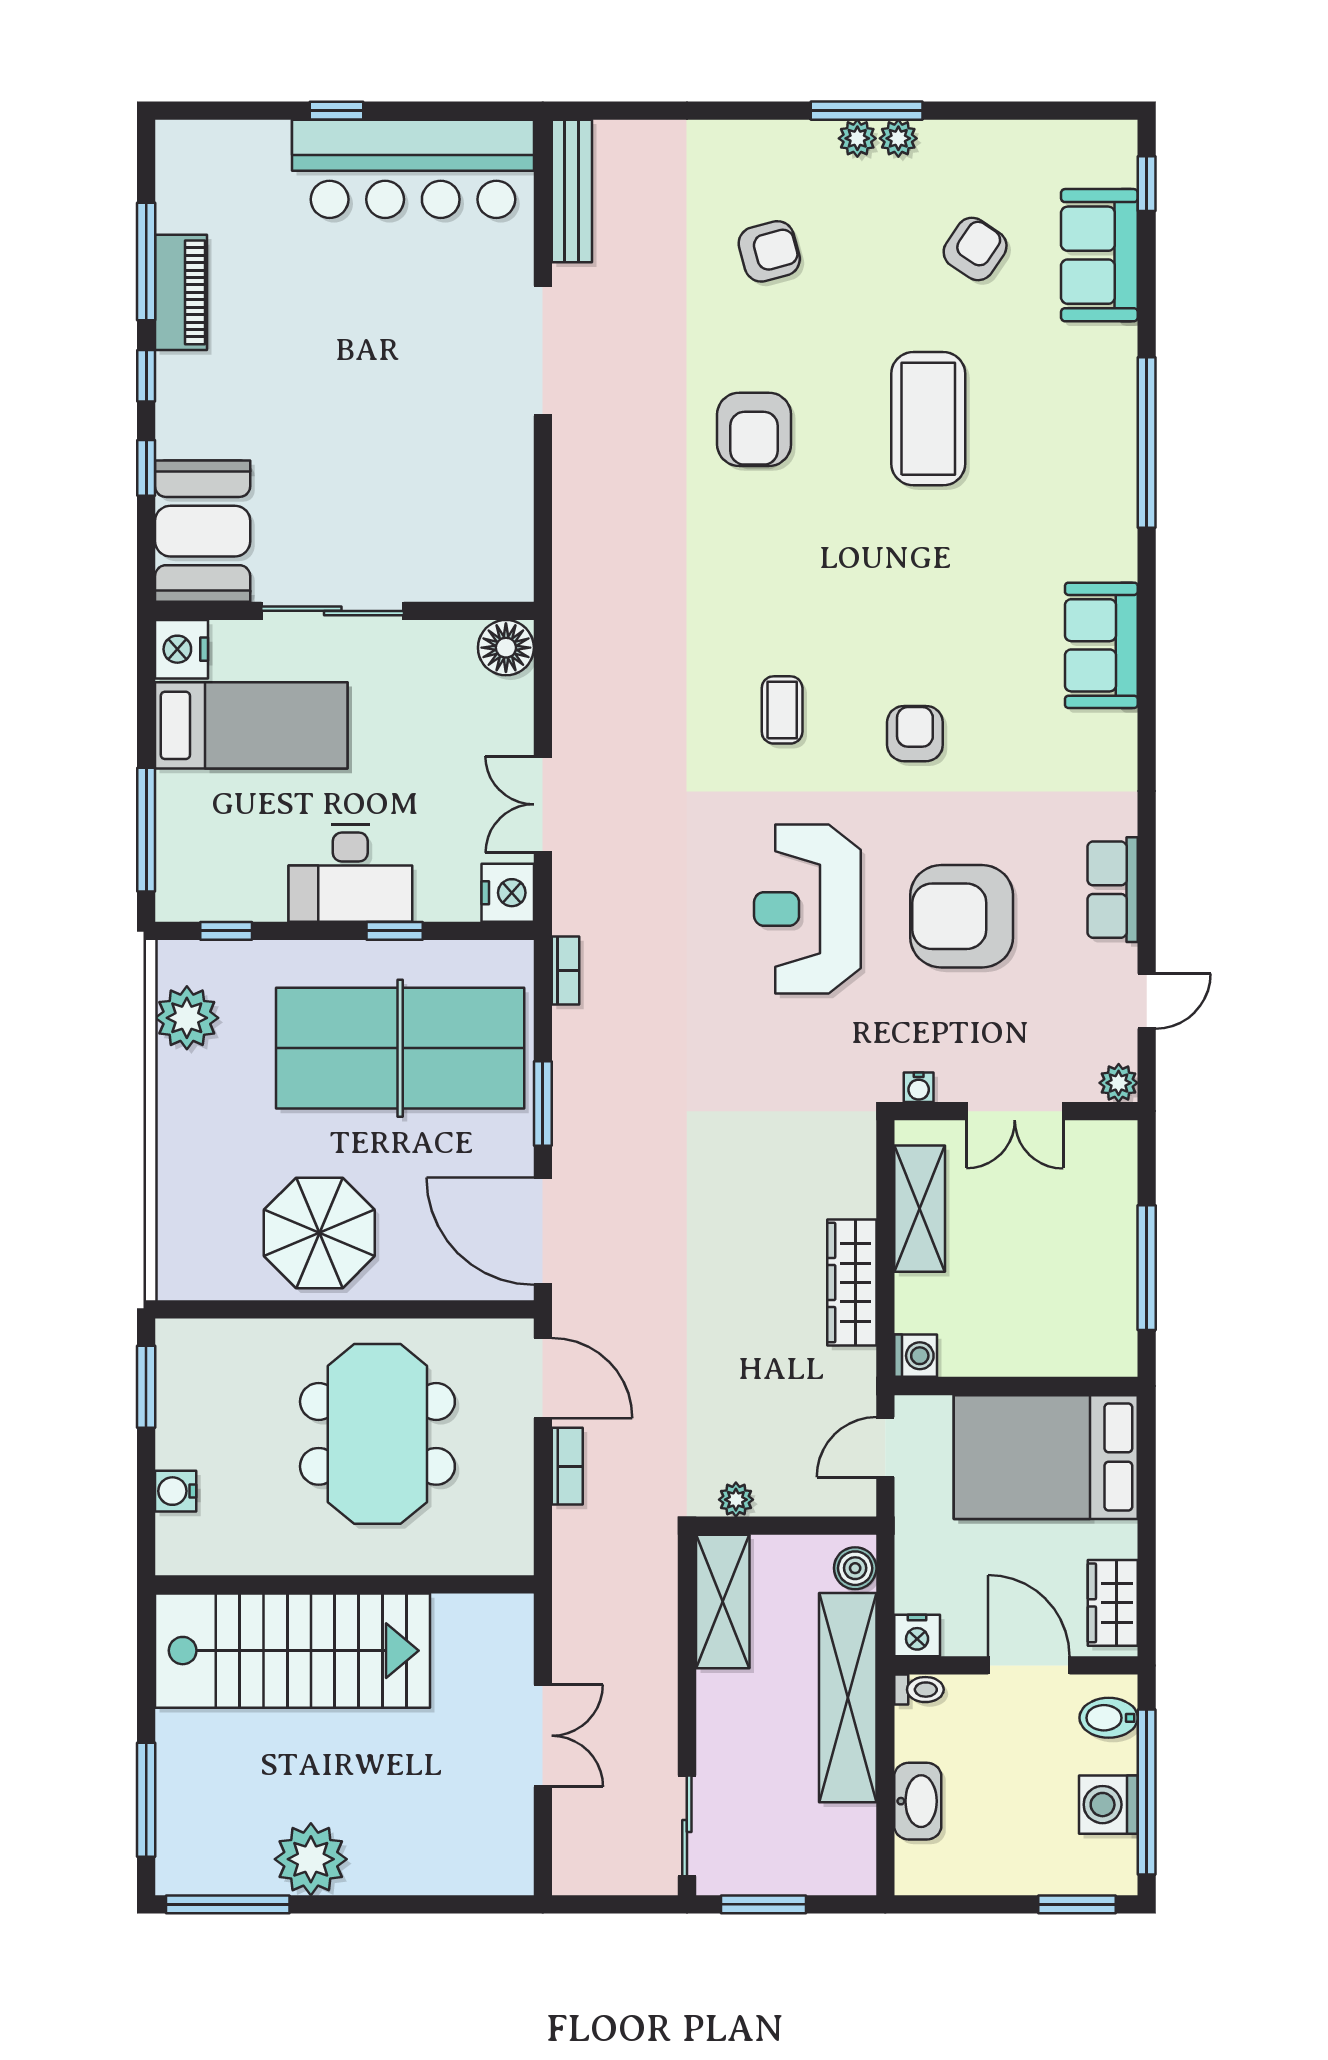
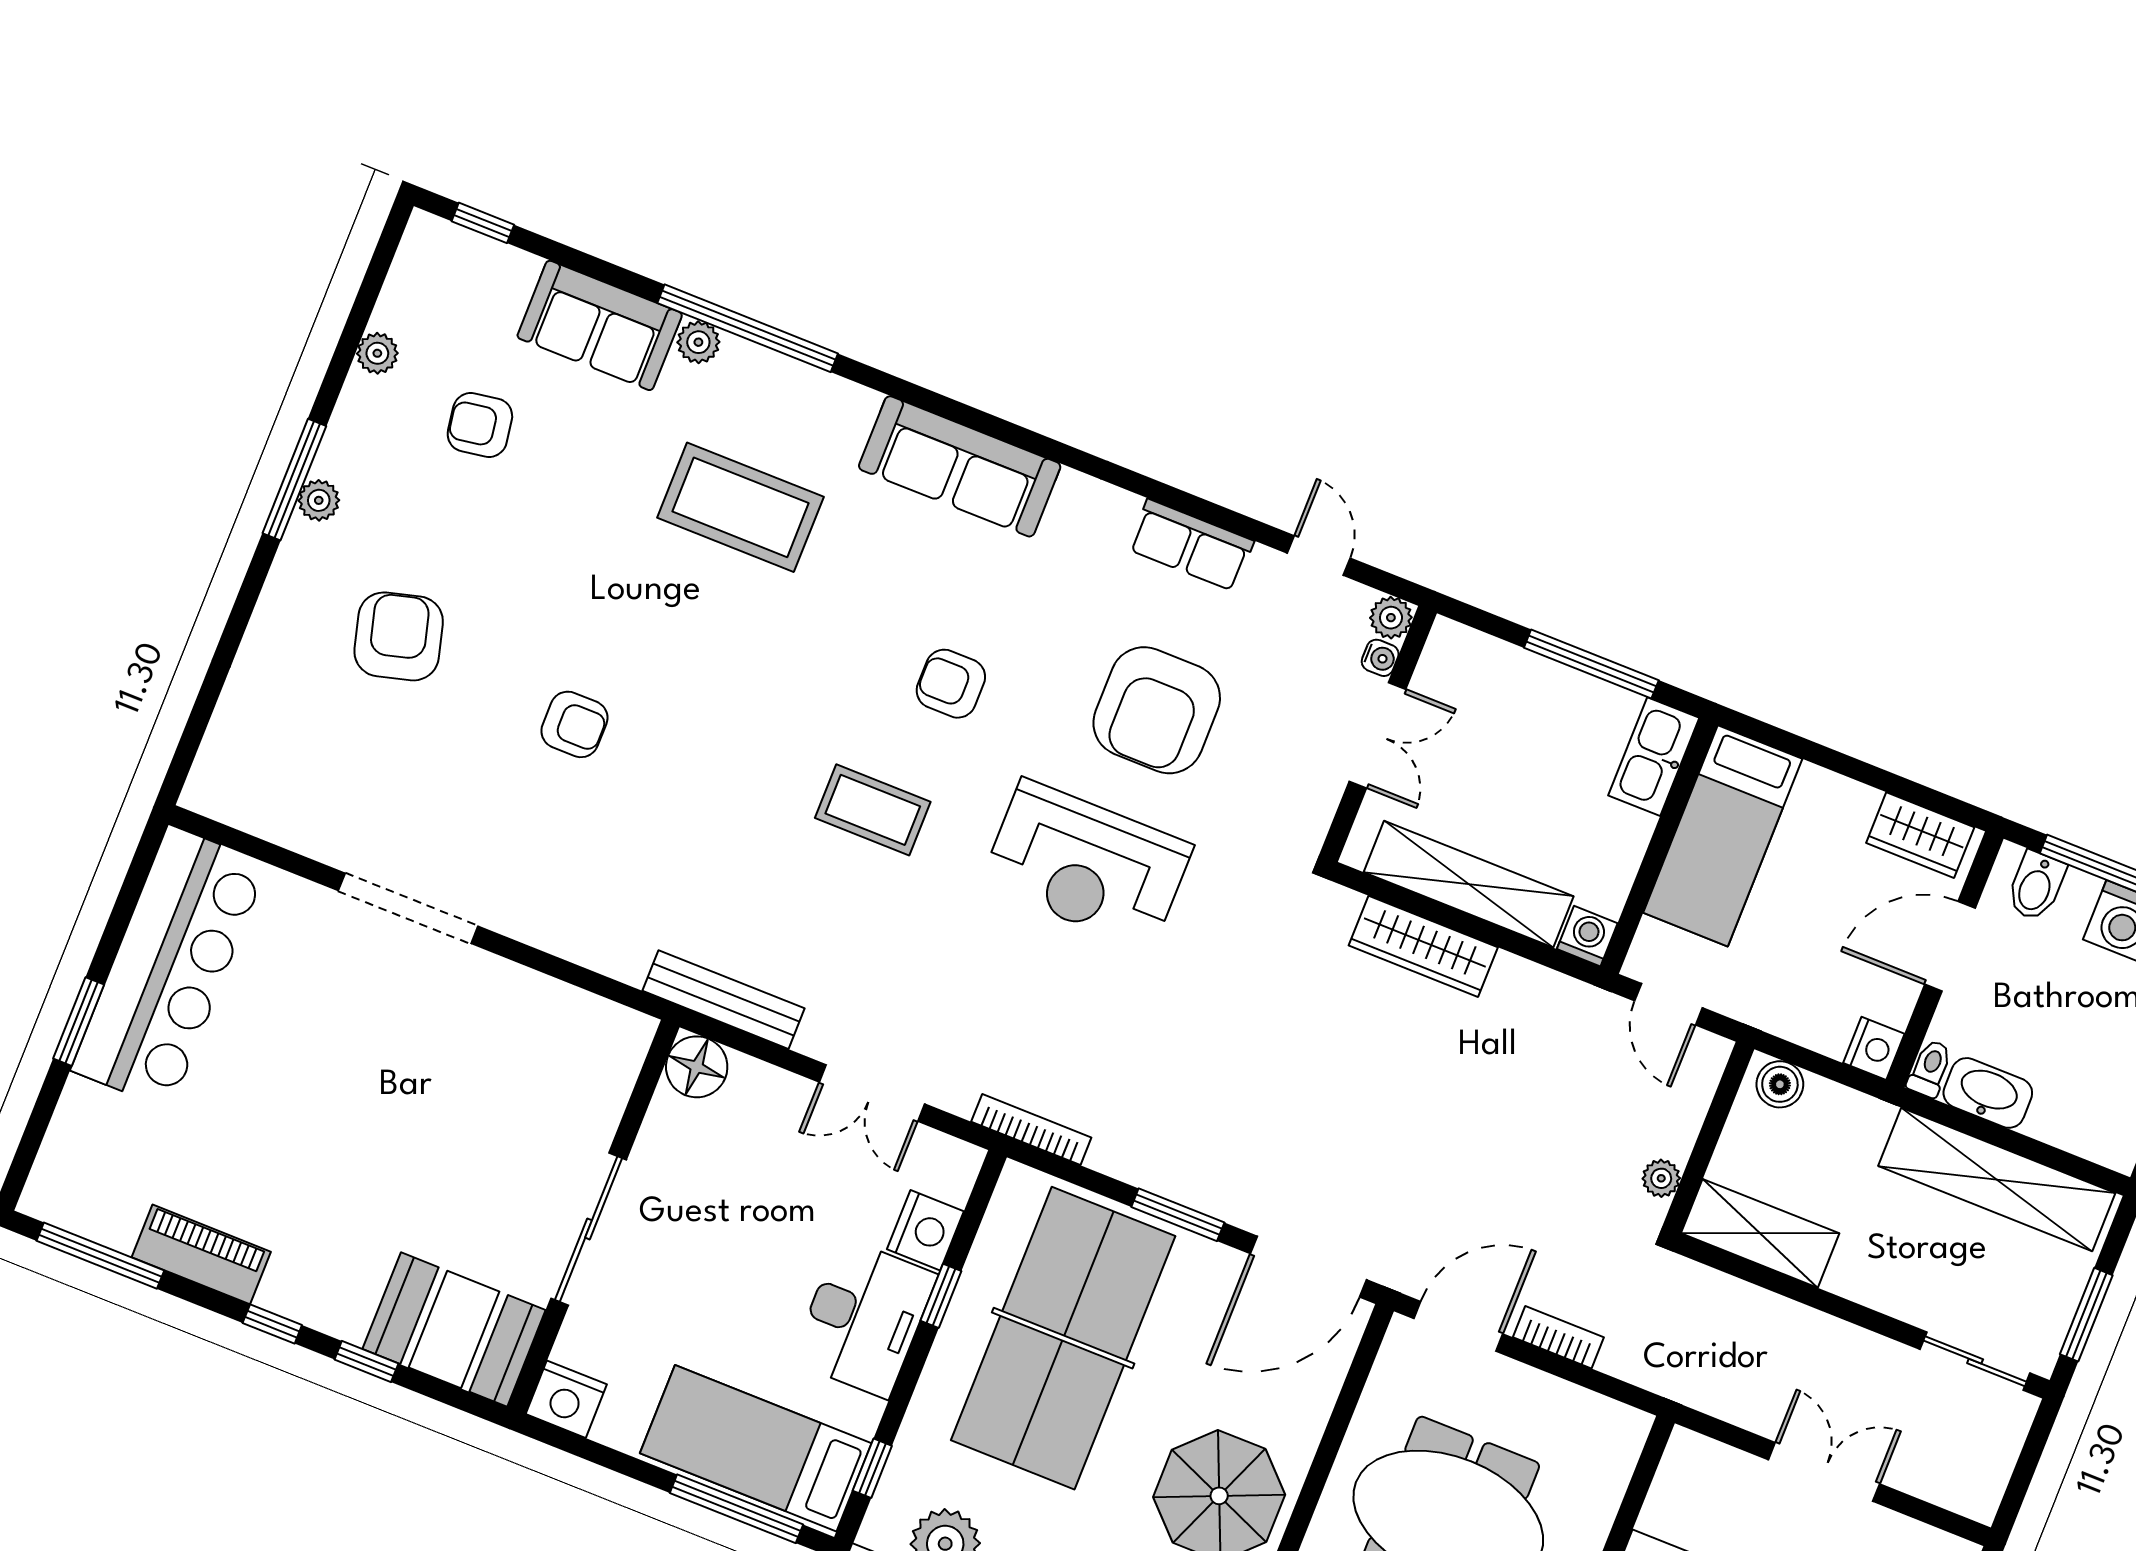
window: (336, 111) -> (79, 1022), width x1.50
plant: (898, 138) -> (377, 353), moved
bench: (572, 191) -> (723, 1000), moved
armchair: (975, 249) -> (480, 425), turned -43
armchair: (769, 251) -> (399, 636), width x1.38, depth x1.38
sofa: (1099, 255) -> (600, 325), moved
window: (146, 261) -> (100, 1256), moved
plant: (1118, 406) -> (698, 342), added
coffee table: (928, 419) -> (740, 507), moved
armchair: (754, 429) -> (574, 724), width x0.72, depth x0.72
sofa: (1101, 645) -> (960, 466), width x1.36
coffee table: (782, 710) -> (873, 810), width x1.36, depth x1.30
bed: (251, 725) -> (756, 1448), moved, turned -90
nightstand: (508, 893) -> (925, 1230), moved, turned 90
bookcase: (565, 970) -> (1031, 1130), width x1.56
water cooler: (919, 1087) -> (1380, 658), moved
shelving: (920, 1209) -> (1469, 884), width x1.47
wardrobe: (852, 1283) -> (1423, 946), moved
kitchen sink: (1089, 1352) -> (1654, 757), added
bed: (1046, 1457) -> (1723, 836), width x0.67
shelving: (848, 1698) -> (1997, 1179), moved
washbasin: (918, 1801) -> (1988, 1093), moved

